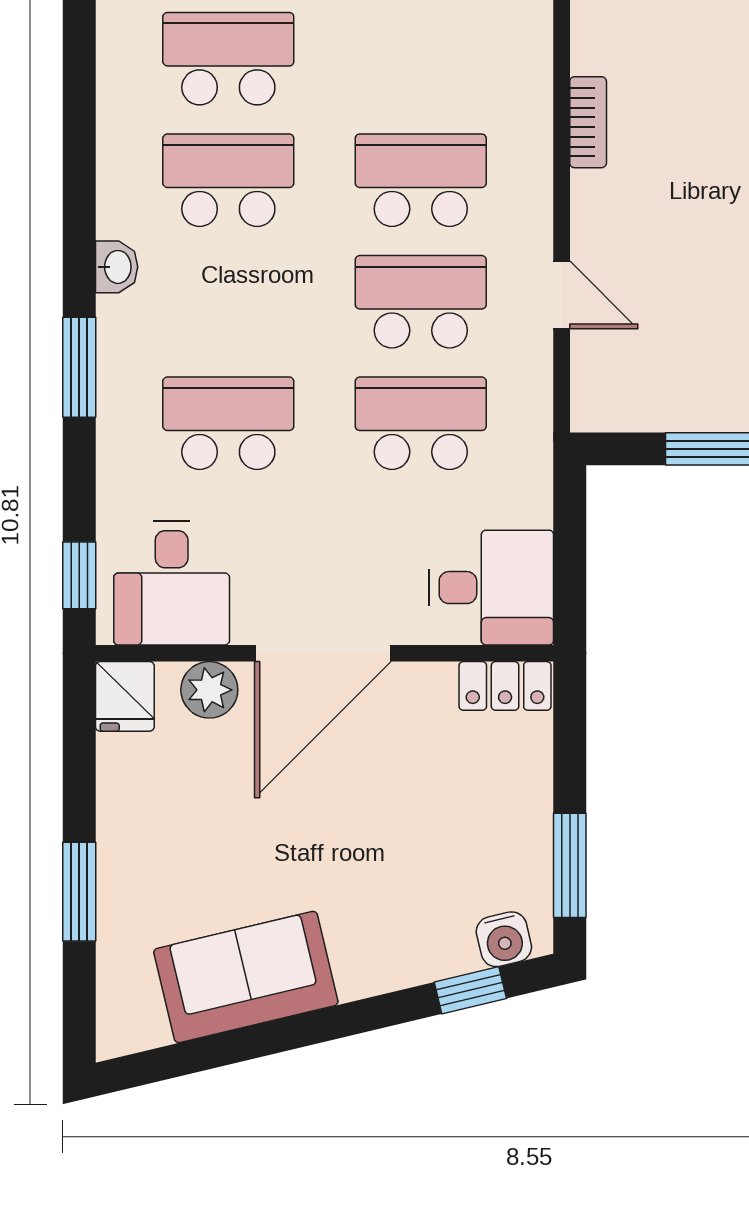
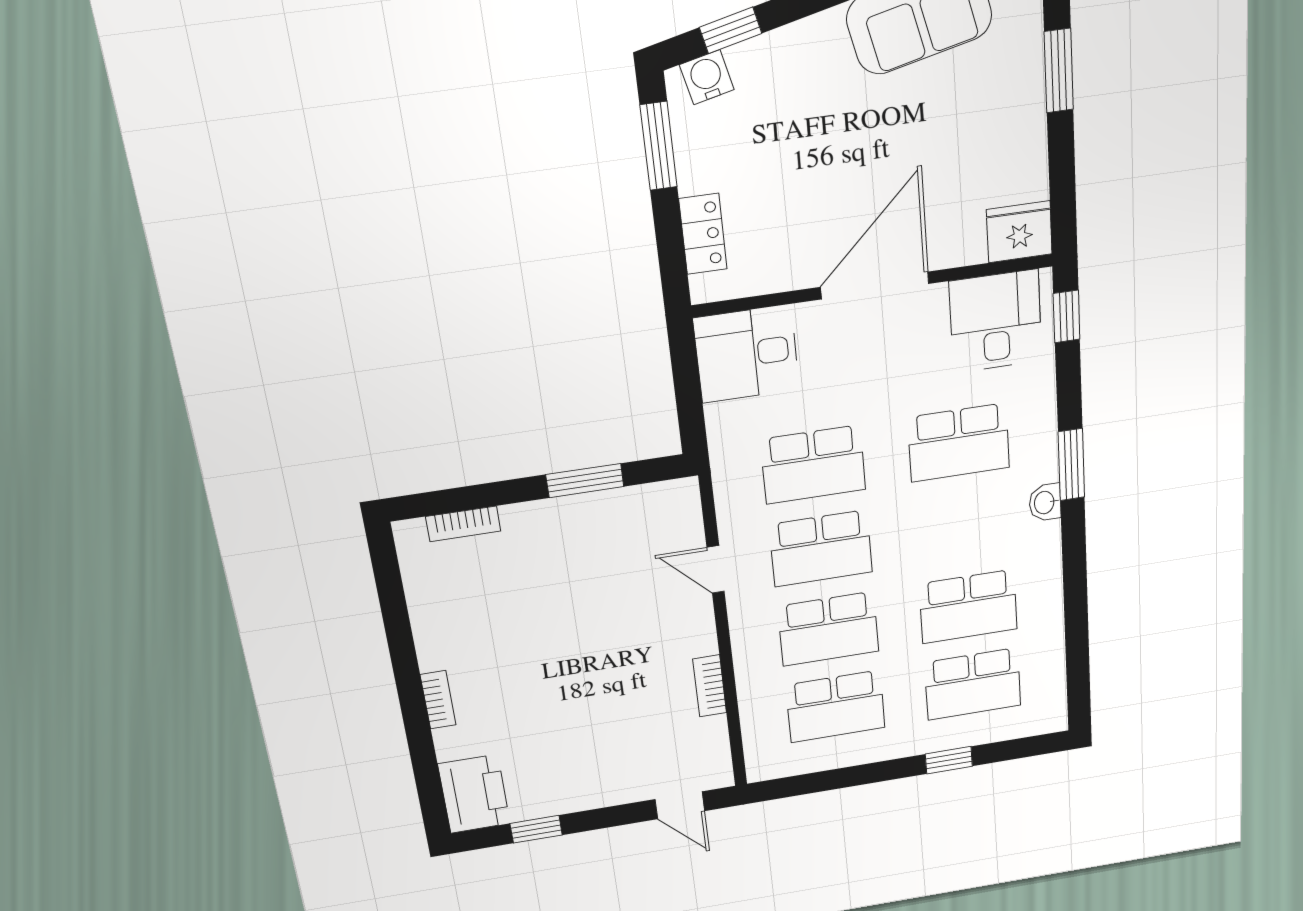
school desk: (421, 59) -> (836, 706), added
washbasin: (117, 267) -> (1045, 502), moved
locker: (505, 686) -> (703, 234), moved, turned 90
plant: (209, 690) -> (962, 245), removed
fridge: (125, 696) -> (1019, 232), width x1.38

